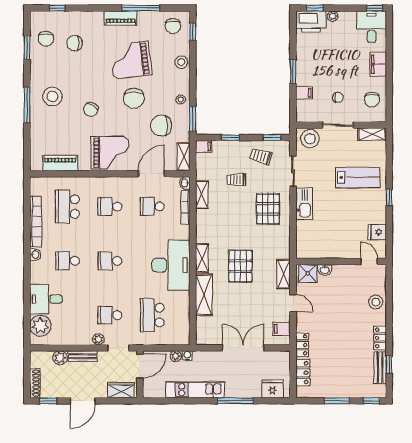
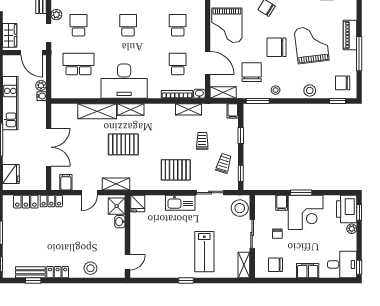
corner desk: (315, 67) -> (306, 212), added
fridge: (377, 232) -> (138, 204), moved, turned 180

